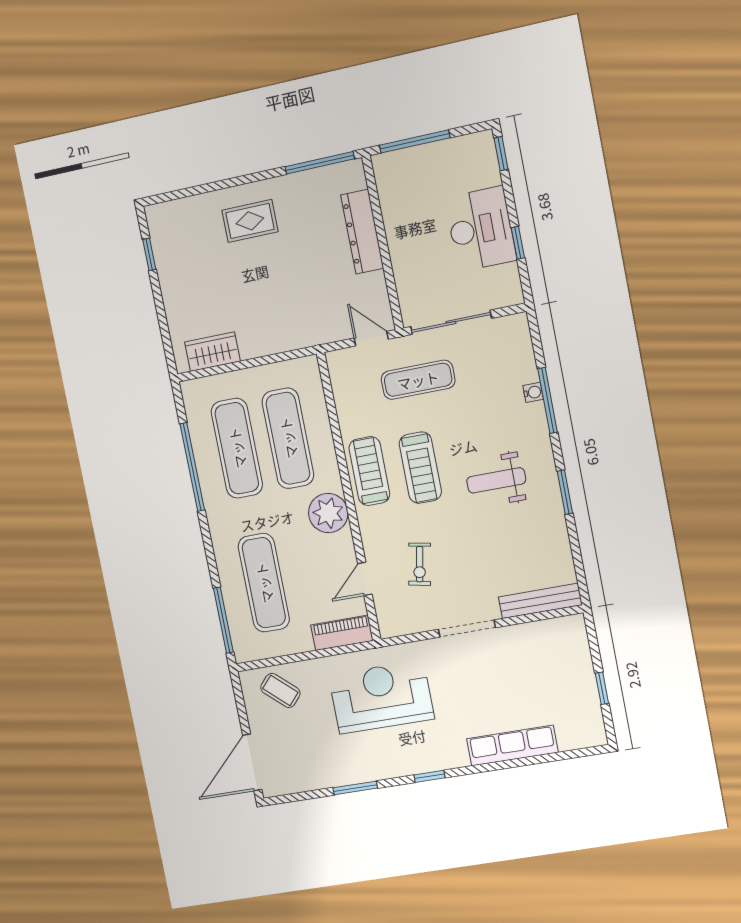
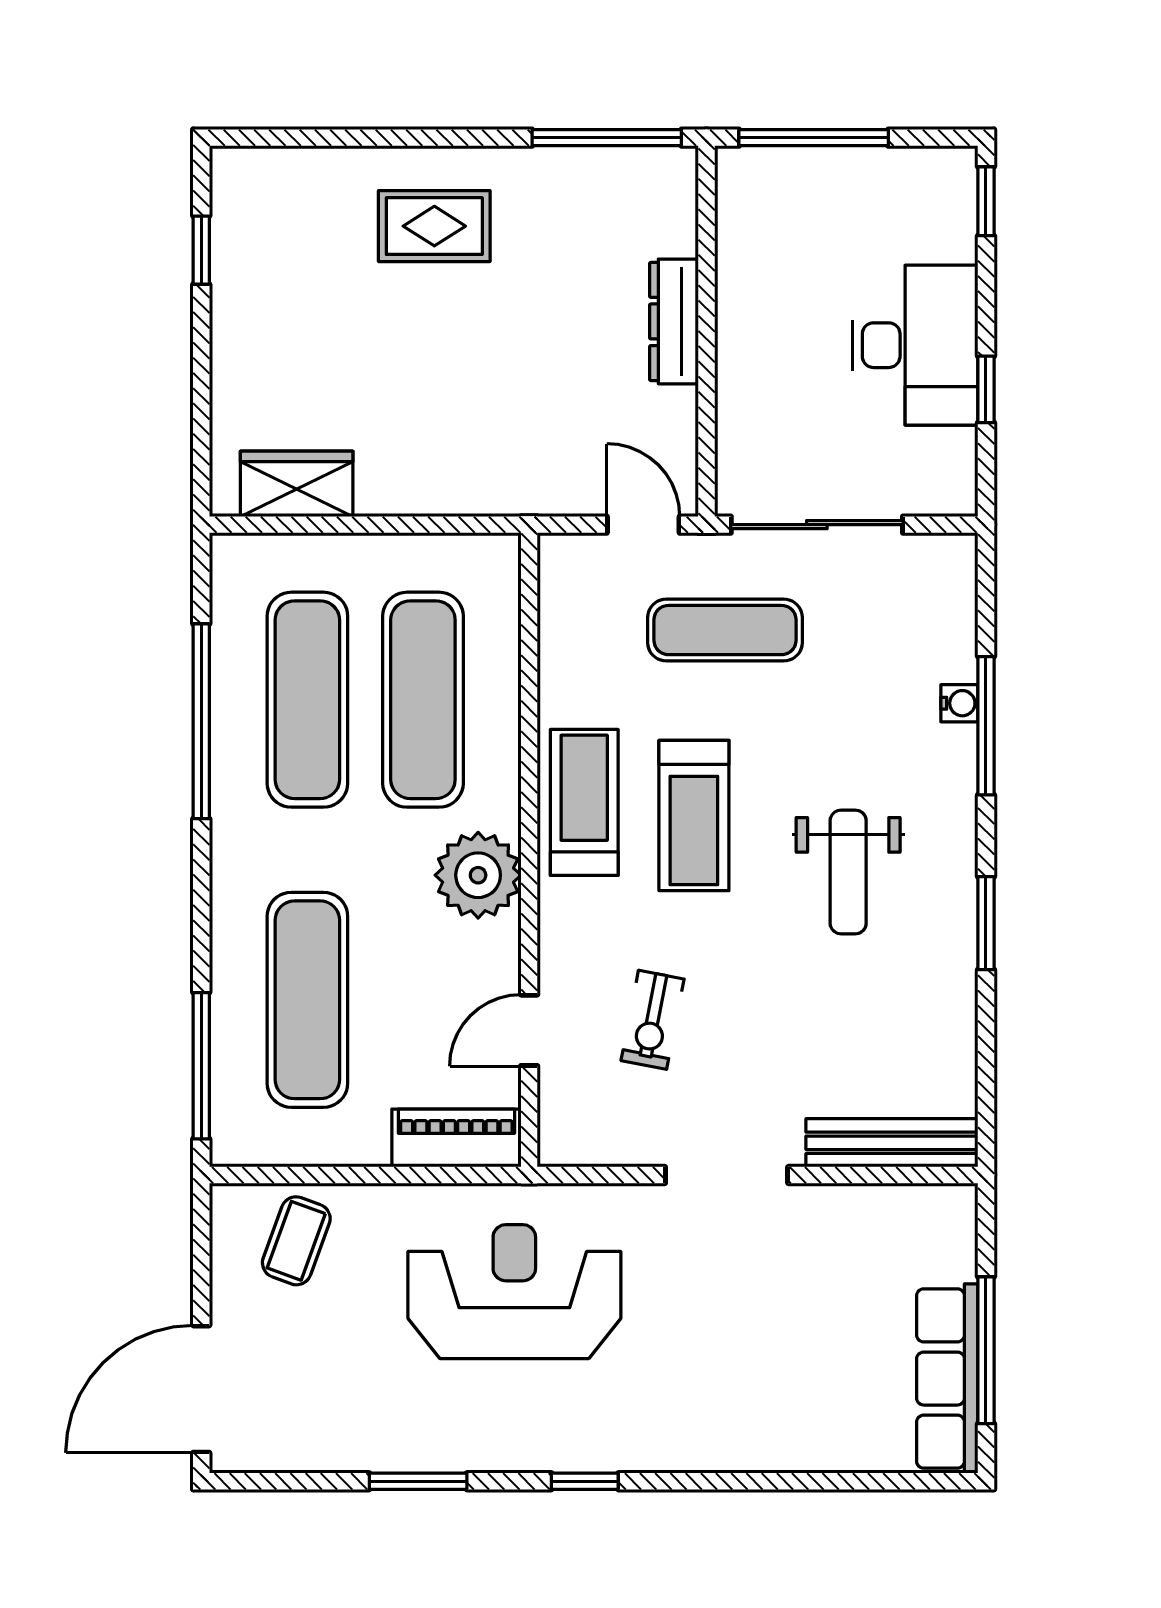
dresser: (362, 232) -> (674, 321), width x0.73, depth x0.80
weight bench: (496, 480) -> (848, 872), turned -90
window: (602, 688) -> (986, 1350), width x2.17
coffee table: (280, 690) -> (296, 1241), turned 68
row of seats: (512, 746) -> (947, 1379), moved, turned -90

